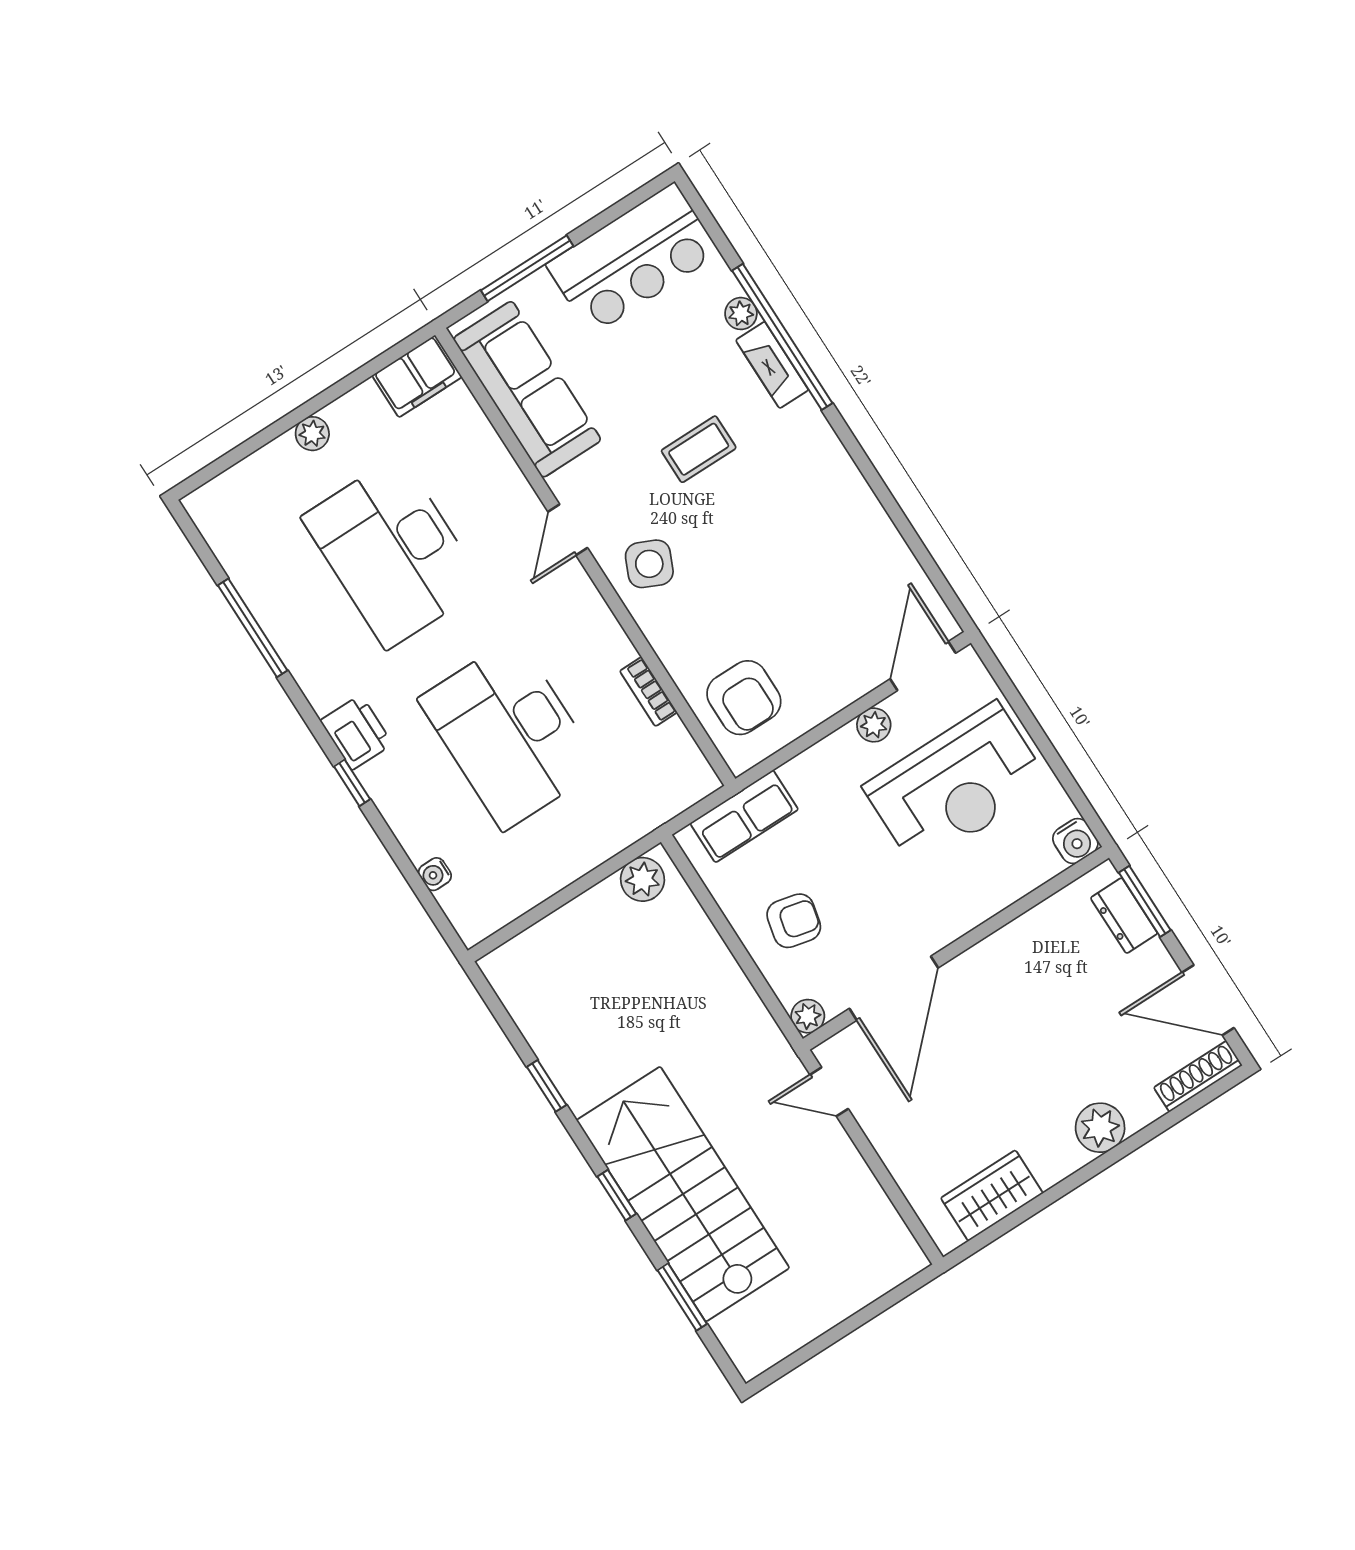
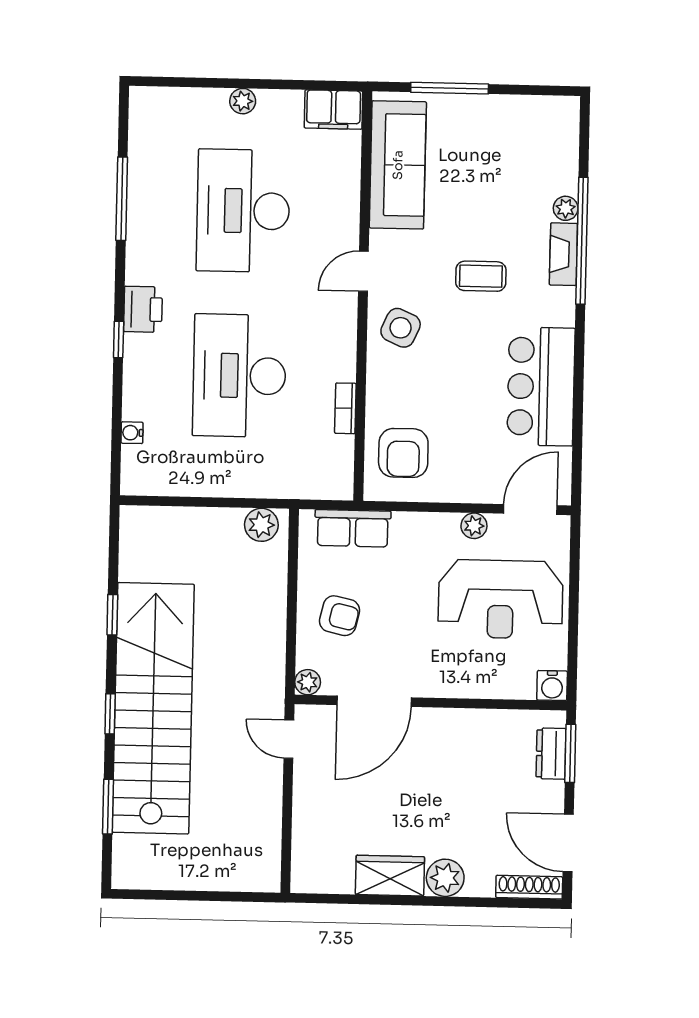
bar counter: (633, 259) -> (541, 386), moved, turned 90
stairs: (683, 1194) -> (153, 708), width x1.36
wardrobe: (992, 1196) -> (390, 876), moved

